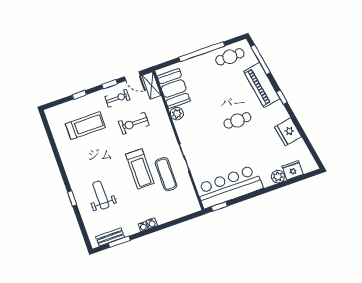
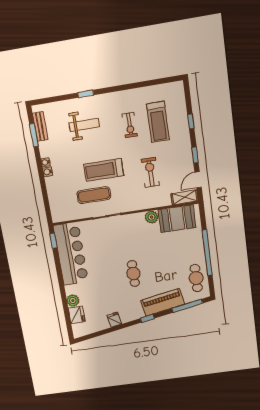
exercise bike: (117, 98) -> (130, 125), moved
fridge: (288, 132) -> (114, 320), width x0.53, depth x0.75

